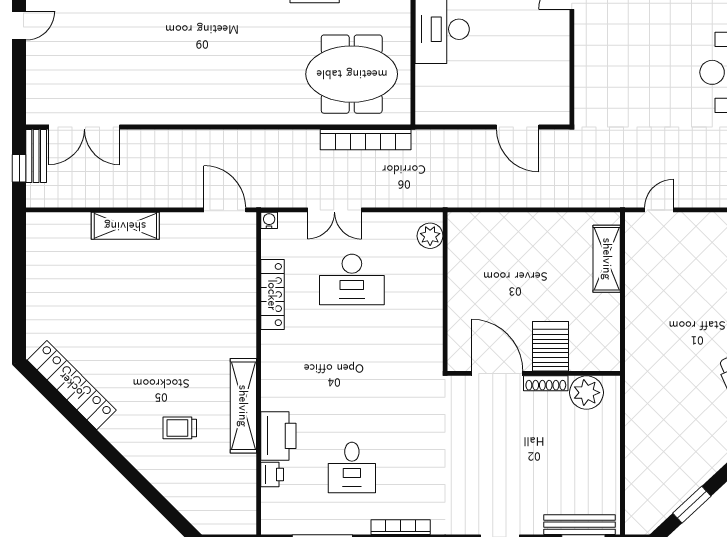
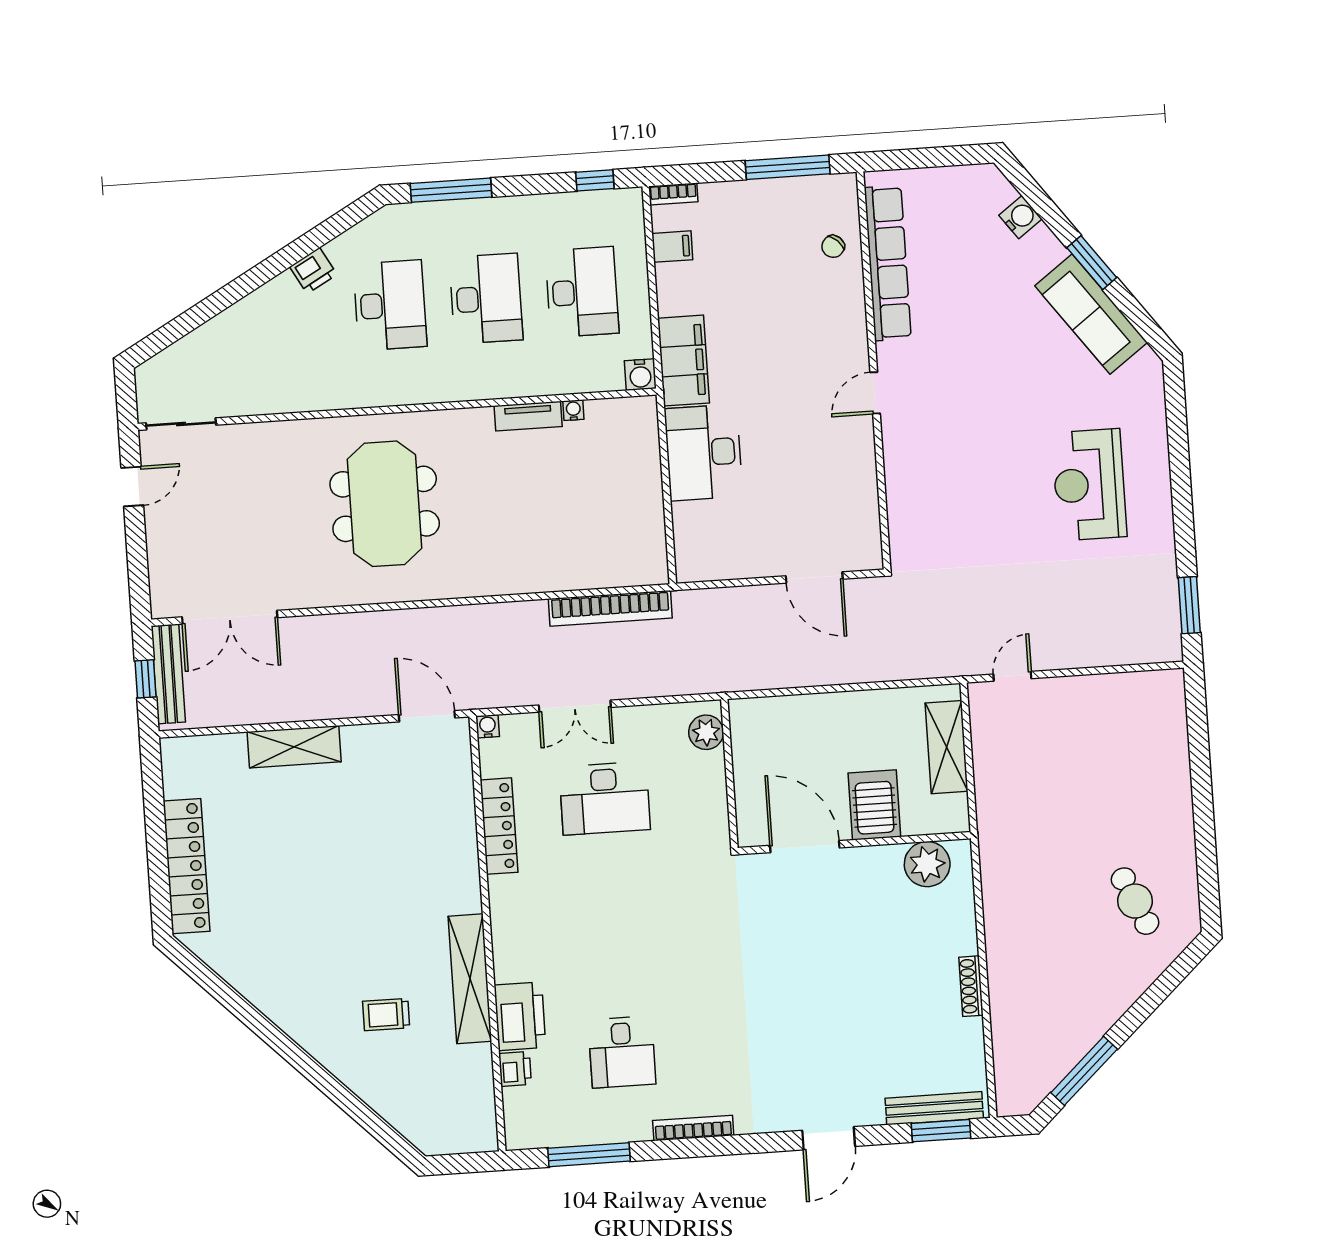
meeting table: (352, 74) -> (385, 504), moved, turned 90
bench: (36, 156) -> (168, 674), width x1.36
server rack: (551, 346) -> (874, 805), moved
door: (497, 373) -> (805, 847), moved
wall: (534, 373) -> (854, 843), moved
shoe rack: (546, 383) -> (971, 986), moved, turned 90
locker: (72, 385) -> (186, 866), moved, turned 45
plant: (587, 393) -> (927, 864), moved
window: (692, 505) -> (1084, 1071), width x1.44

